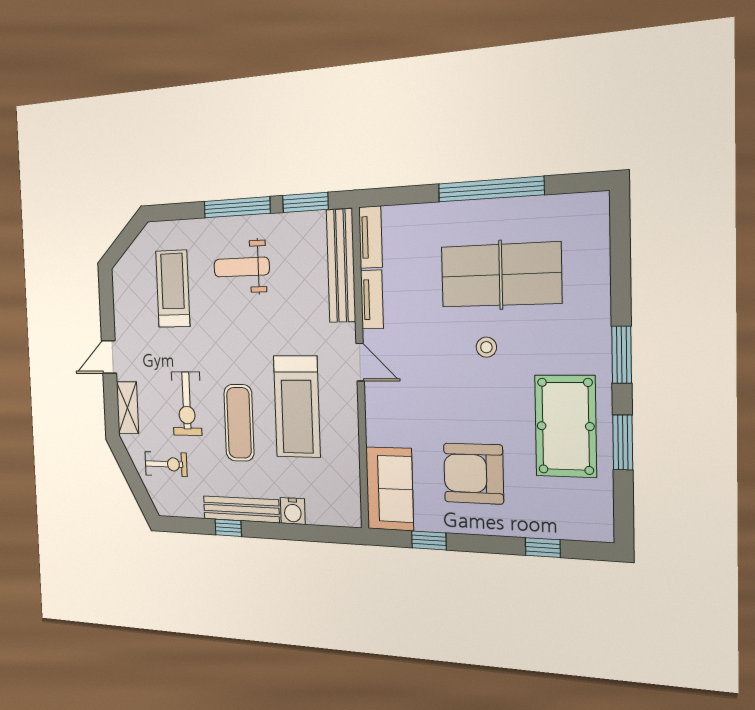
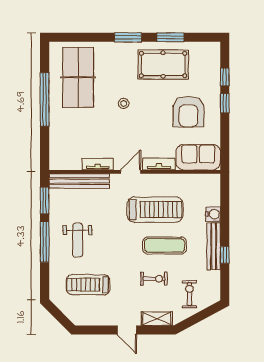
tv unit: (371, 237) -> (159, 164), moved
table tennis table: (501, 275) -> (78, 77), moved
exercise bike: (187, 404) -> (154, 279), width x0.73, depth x0.72
window: (429, 540) -> (225, 103), moved

